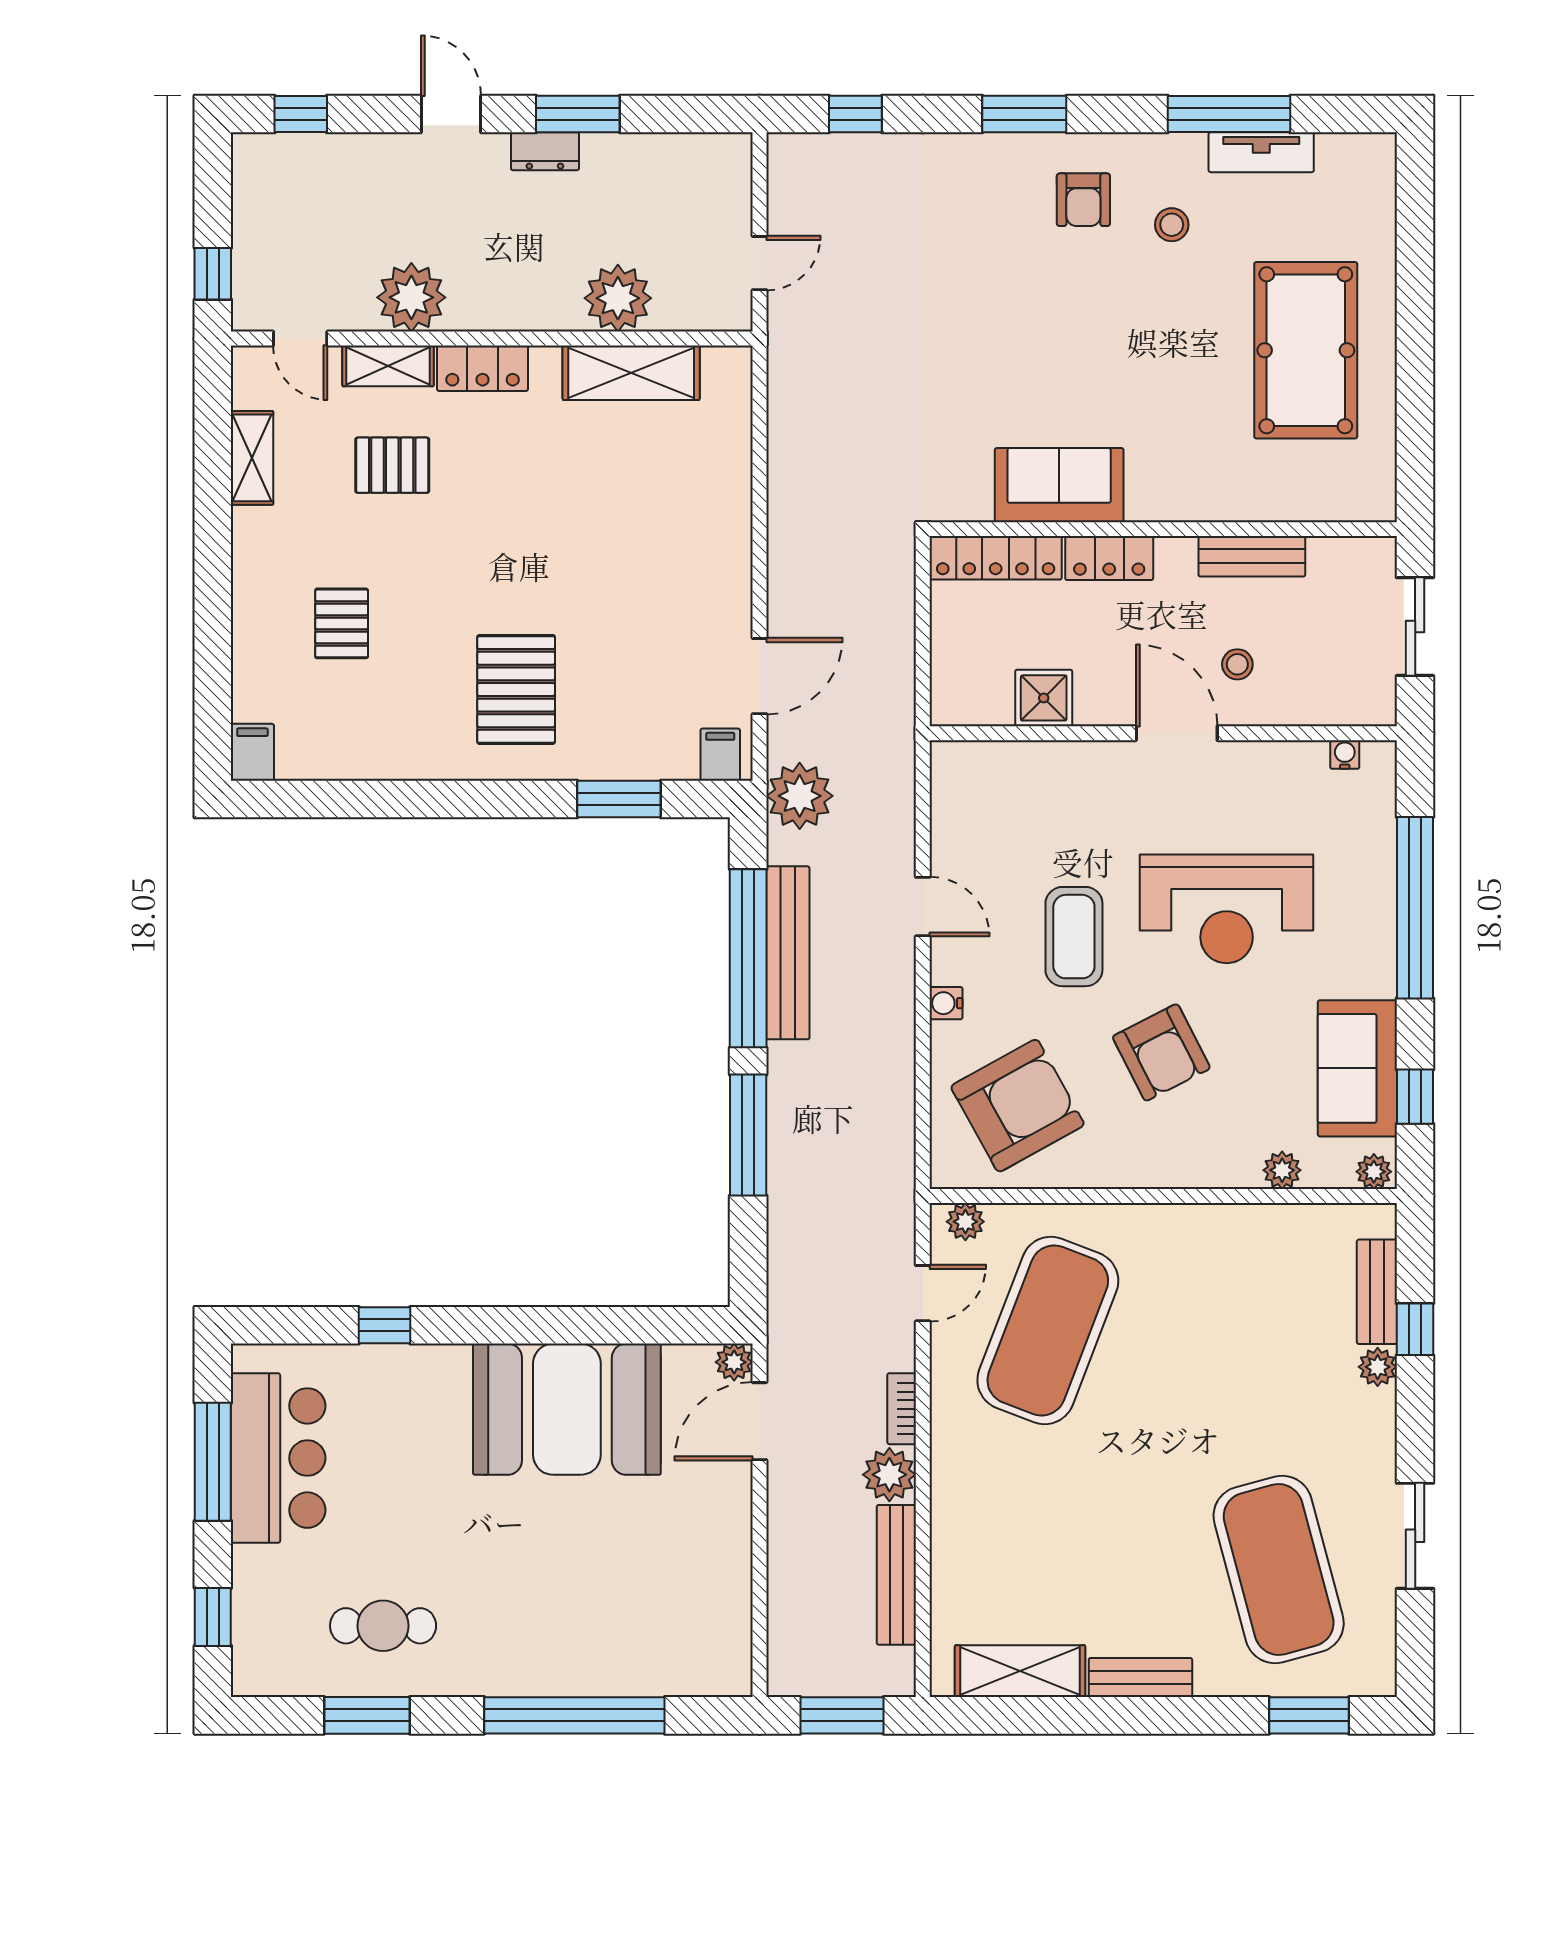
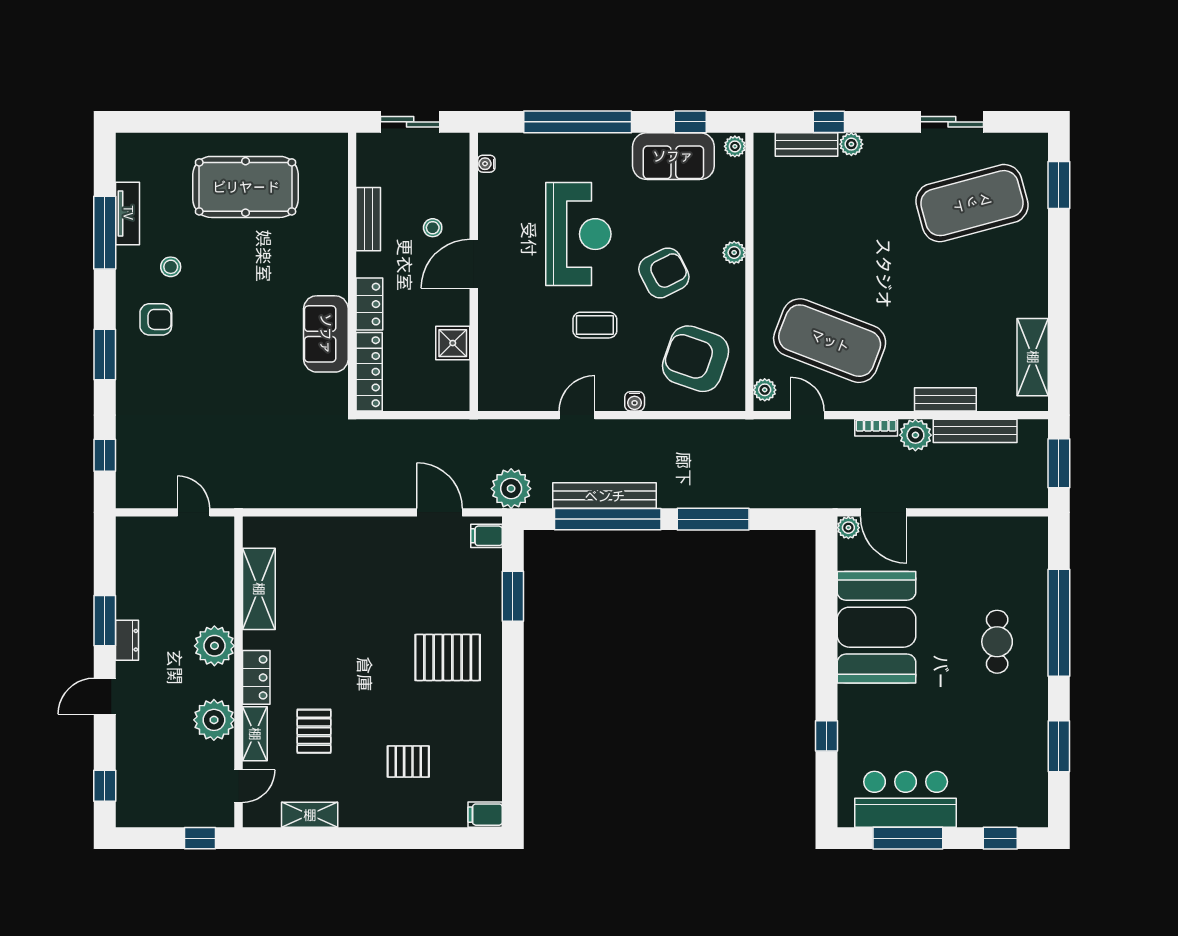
plant: (618, 298) -> (214, 646), moved
coffee table: (1074, 937) -> (595, 325), width x0.73, depth x0.77
armchair: (1018, 1106) -> (696, 359), turned -42
plant: (1282, 1170) -> (734, 253), moved
cafe table: (383, 1626) -> (997, 642), moved
bench: (1140, 1678) -> (945, 399), moved, turned 90

